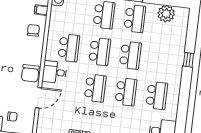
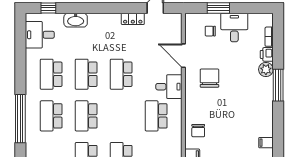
school desk: (100, 51) -> (51, 116), moved
window: (188, 60) -> (20, 119), width x3.17
chair: (30, 73) -> (209, 78), moved
door: (38, 98) -> (183, 56), hinge flipped

